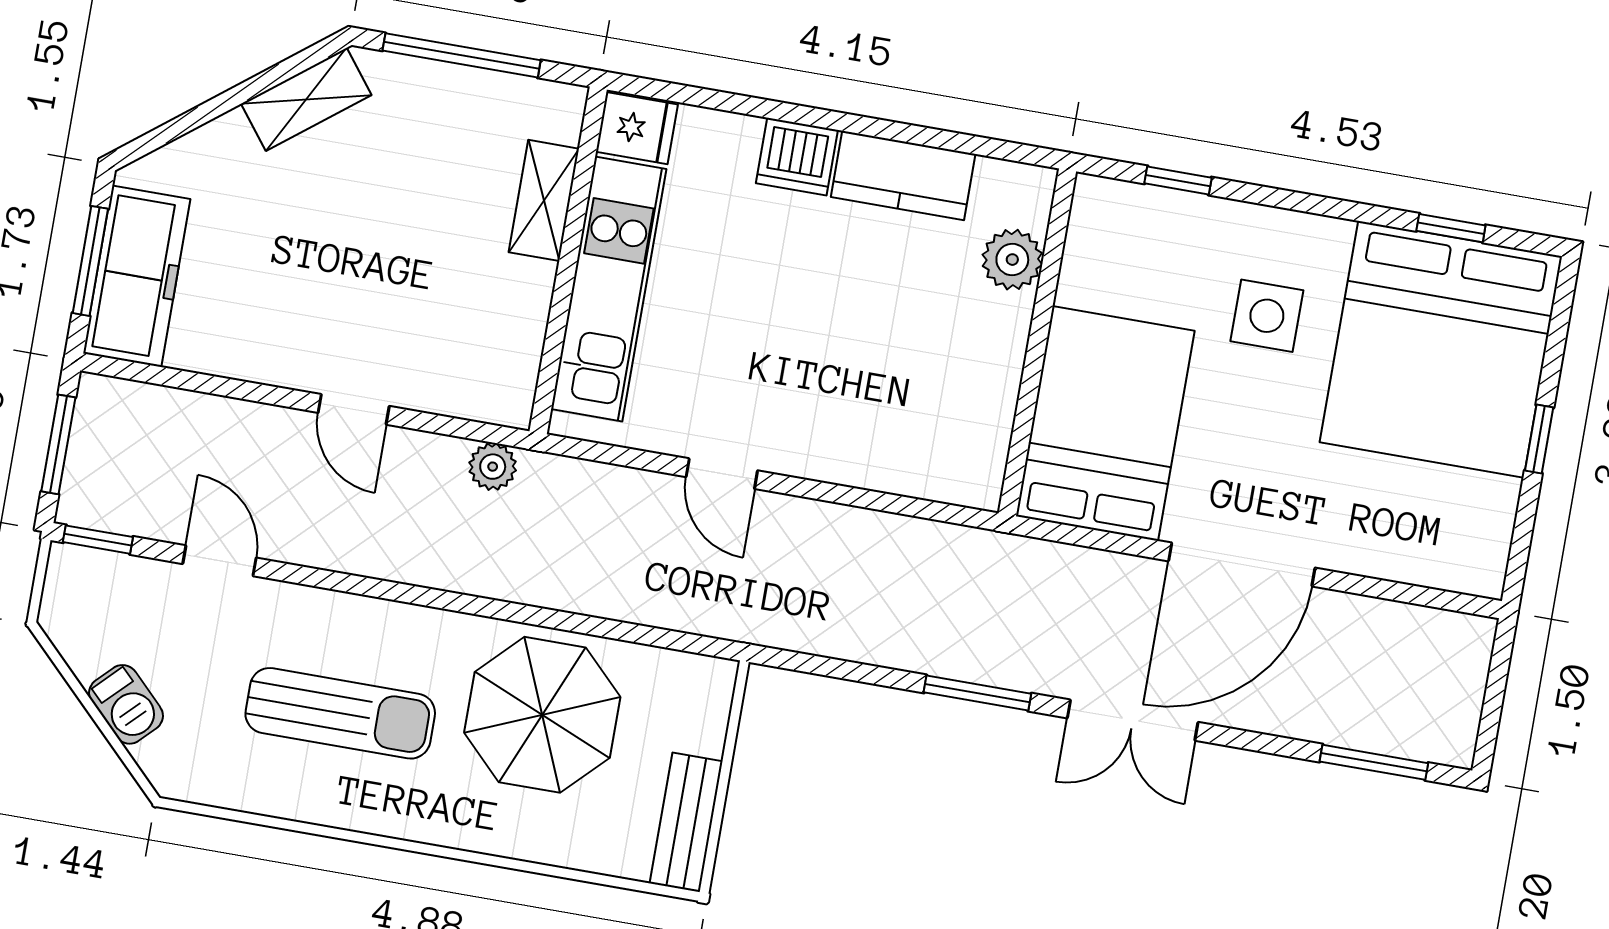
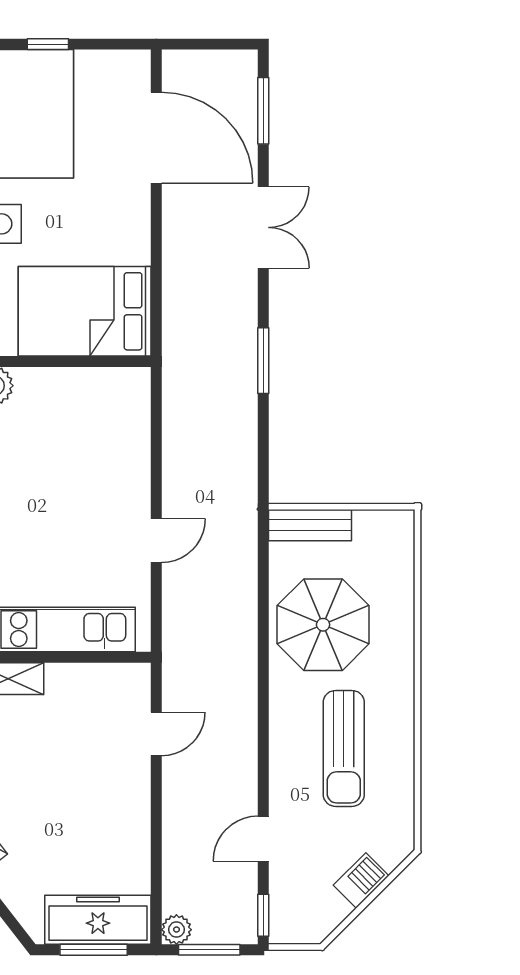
door: (354, 409) -> (156, 734), moved
plant: (493, 467) -> (176, 930), moved
door: (1242, 564) -> (156, 138), moved
sun lounger: (340, 713) -> (344, 748), turned 180
double door: (1133, 720) -> (263, 227), moved
bench: (686, 822) -> (310, 525), moved

